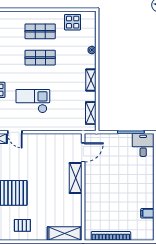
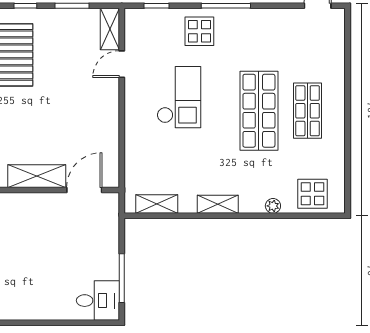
display table: (73, 22) -> (312, 194), moved
shop shelf: (40, 58) -> (259, 111), width x1.43, depth x1.36
door: (83, 152) -> (84, 190), swing flipped

